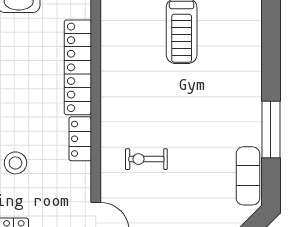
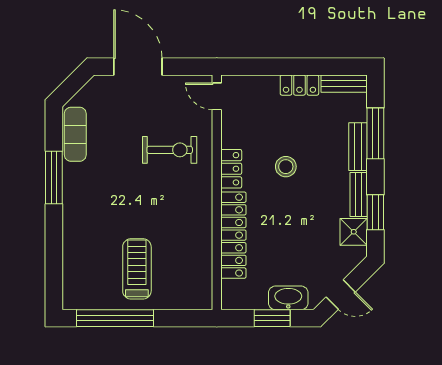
exercise bike: (146, 159) -> (170, 150), width x1.38, depth x1.39
stool: (15, 163) -> (286, 167), moved

